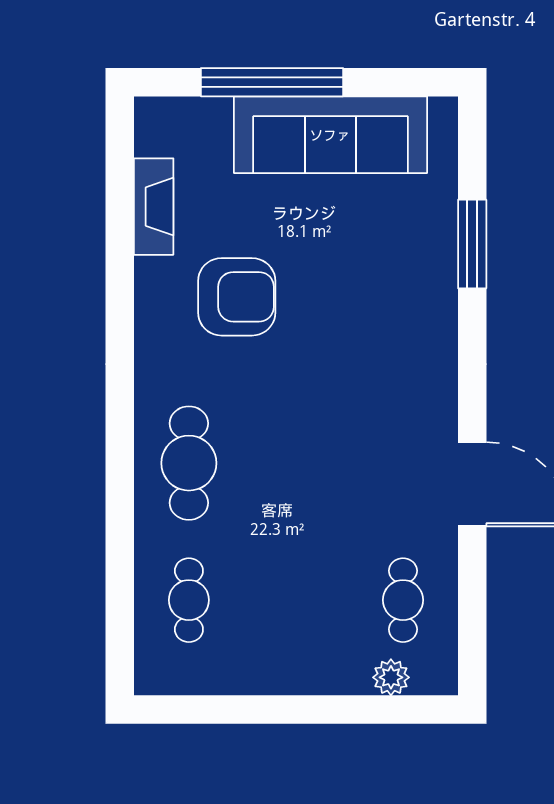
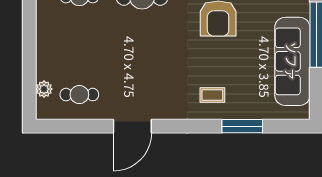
coffee table: (404, 309) -> (212, 95), added

